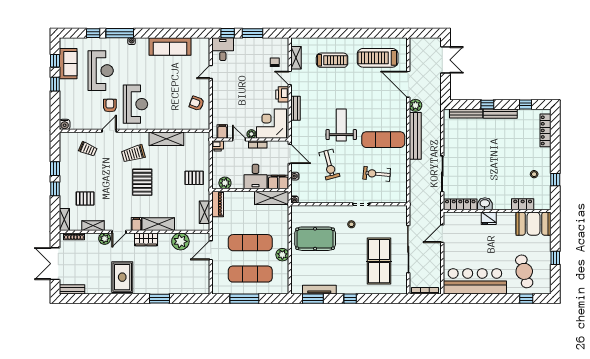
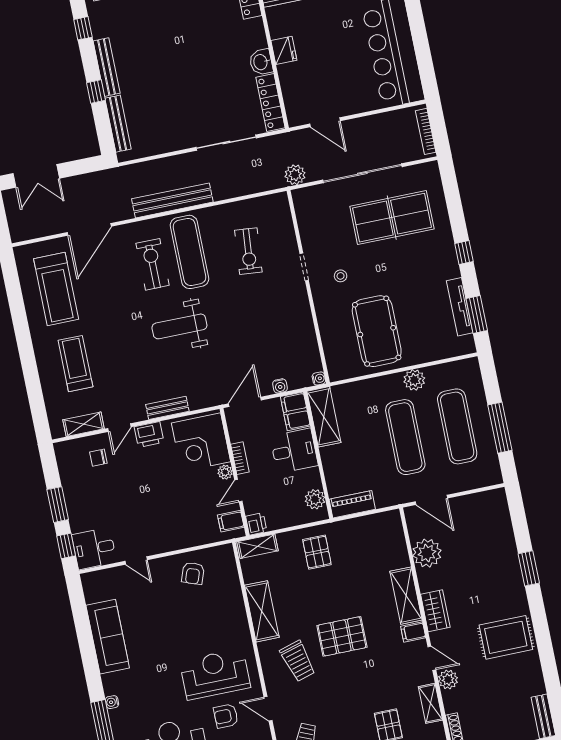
double door: (446, 60) -> (36, 176), swing flipped
plant: (415, 105) -> (295, 175), moved
exercise bike: (329, 164) -> (153, 264), moved, turned -75
shelving: (205, 212) -> (257, 546), moved

